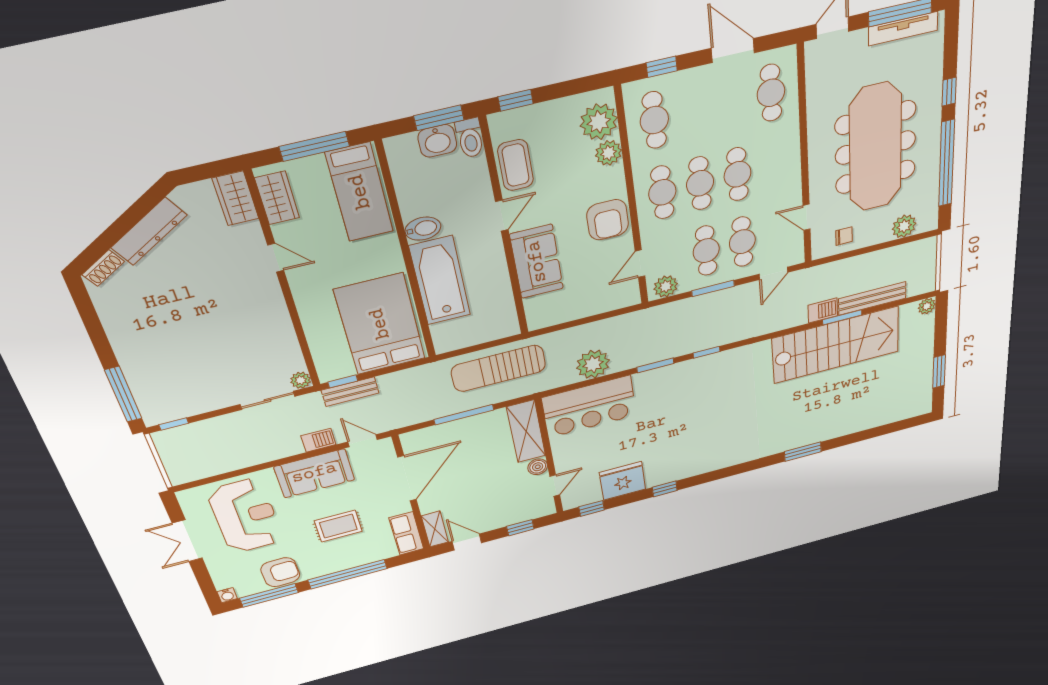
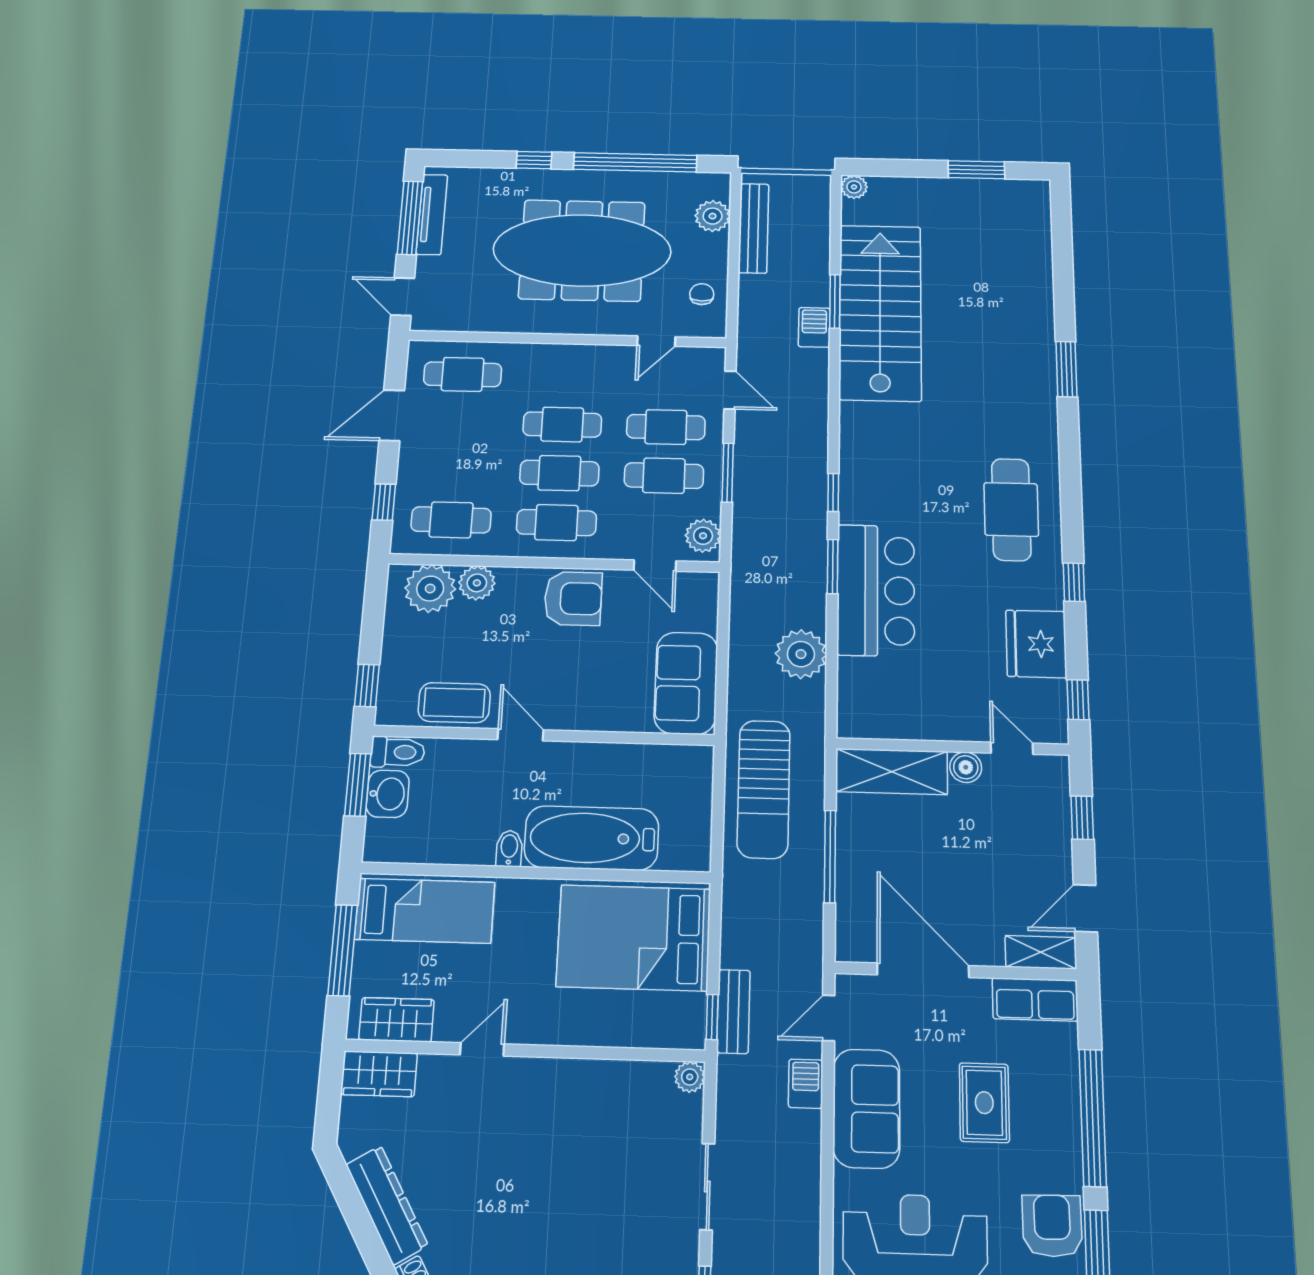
bidet: (423, 229) -> (509, 849), width x0.72, depth x0.74
sofa: (537, 262) -> (686, 683), moved, turned -90
bench: (872, 298) -> (754, 228), moved
sliding door: (268, 400) -> (707, 1187), moved
bar counter: (589, 407) -> (876, 590), moved
cafe table: (707, 447) -> (1011, 509), added

